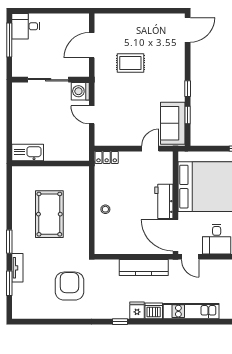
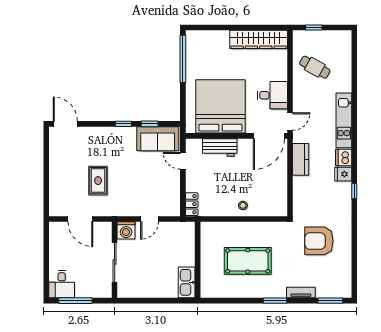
workbench: (164, 201) -> (220, 147), moved
kitchen counter: (144, 268) -> (301, 159), width x0.67
window: (9, 283) -> (330, 301), moved

